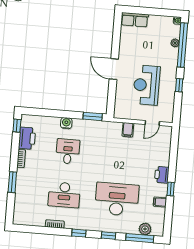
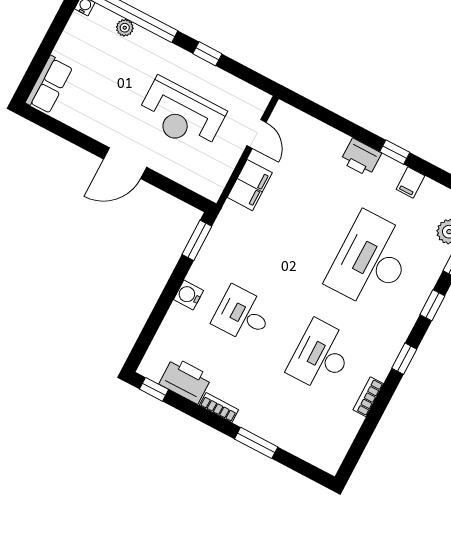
filing cabinet: (128, 130) -> (250, 185), width x2.00
desk: (64, 195) -> (321, 356), turned 180

